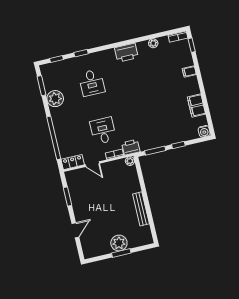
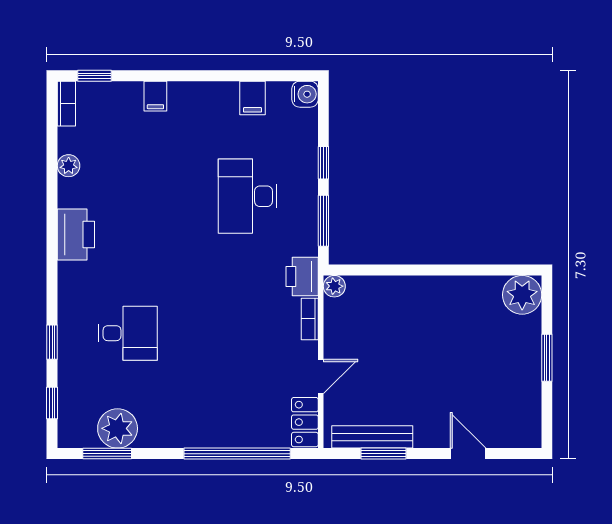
plant: (55, 99) -> (118, 428), moved
filing cabinet: (196, 106) -> (253, 98), width x0.50
desk: (103, 131) -> (248, 196), moved, width x1.37
bench: (141, 209) -> (372, 437), moved
plant: (119, 243) -> (522, 295), moved

